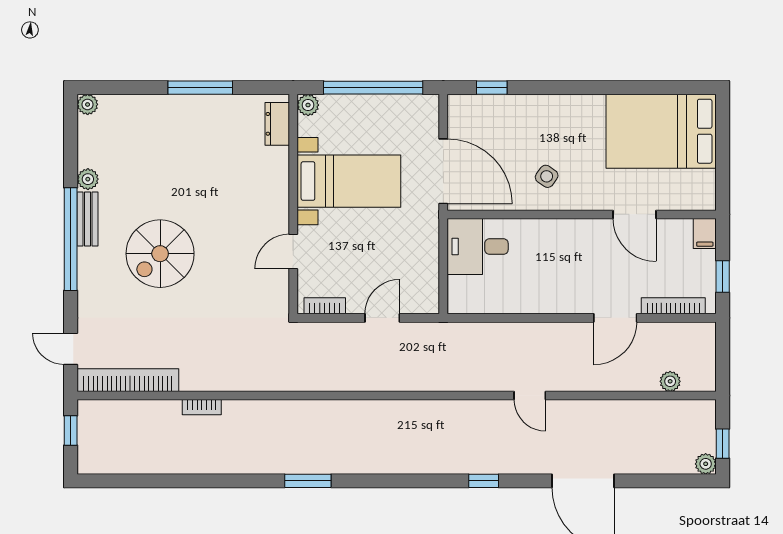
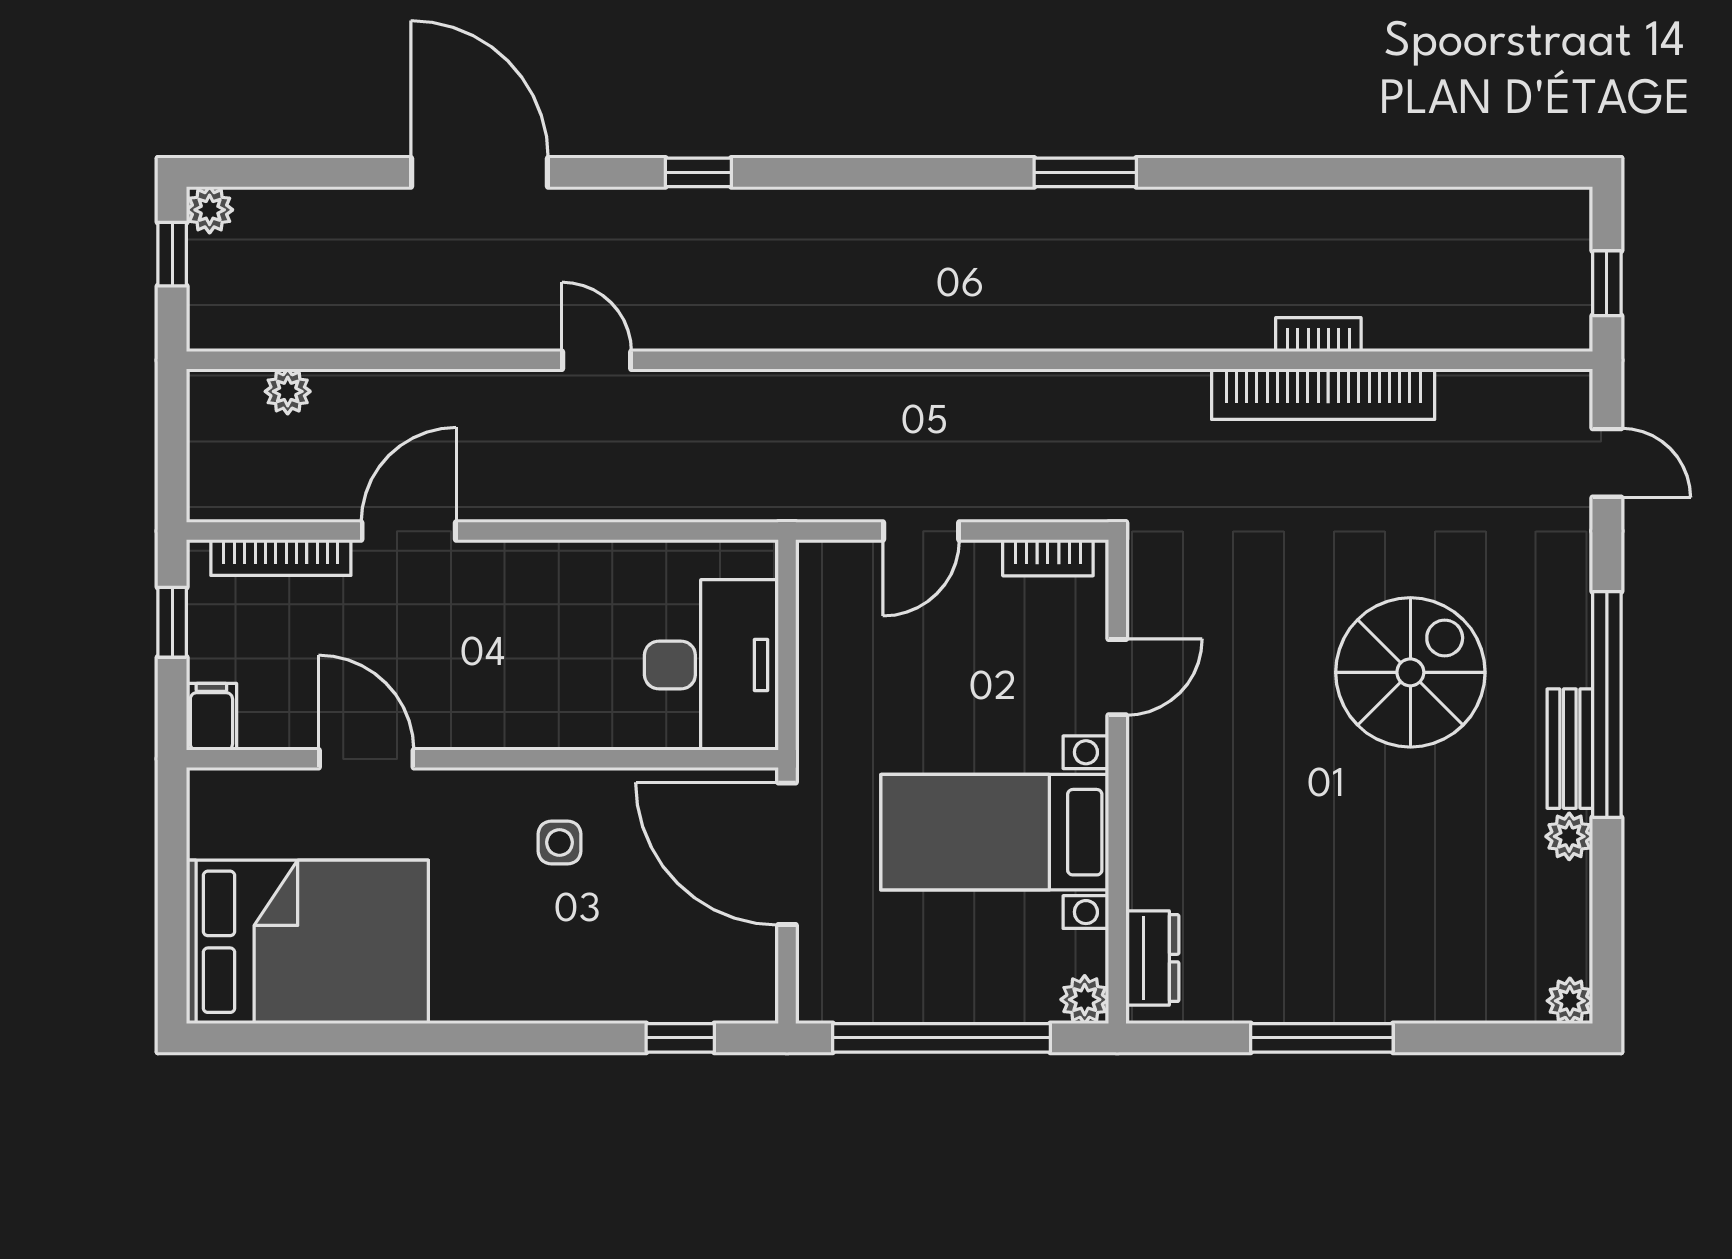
side table: (547, 176) -> (559, 842), turned -35
desk: (478, 247) -> (711, 665), width x1.37
bookcase: (128, 380) -> (1323, 394), moved

